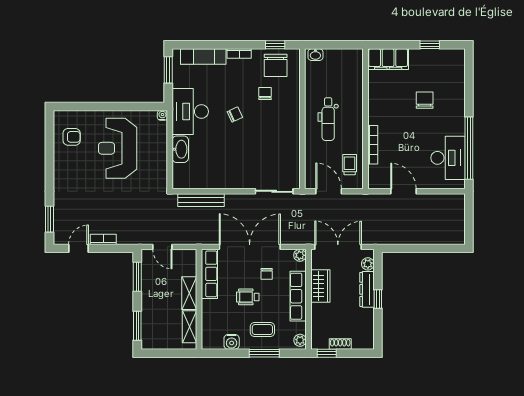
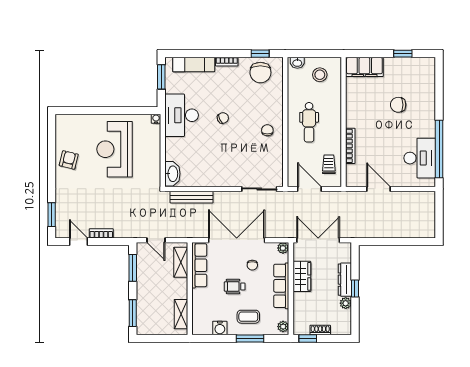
stool: (340, 68) -> (320, 75), added
chair: (265, 94) -> (267, 130), moved
chair: (425, 100) -> (398, 105), turned -90
armchair: (72, 137) -> (69, 160), moved, turned -76
washbasin: (180, 149) -> (172, 174), moved
door: (79, 248) -> (78, 242), hinge flipped
plant: (368, 264) -> (346, 303), moved
shelving: (189, 293) -> (181, 262), moved

